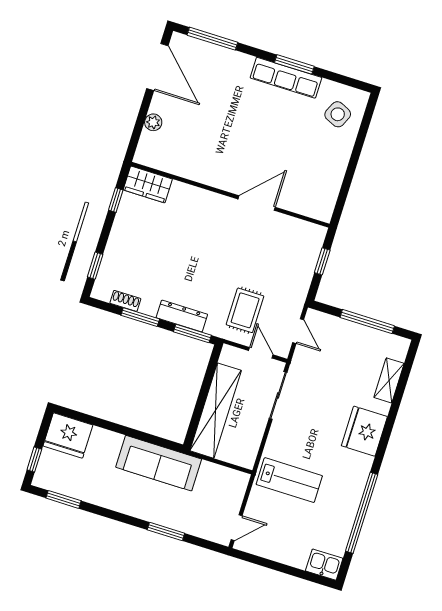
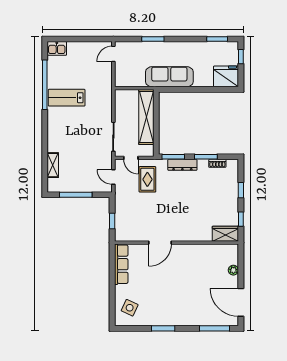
row of seats: (286, 78) -> (121, 264), moved, turned 90
window: (95, 266) -> (241, 190), moved
fridge: (364, 431) -> (58, 132), removed
lab bench: (289, 480) -> (67, 98), moved

